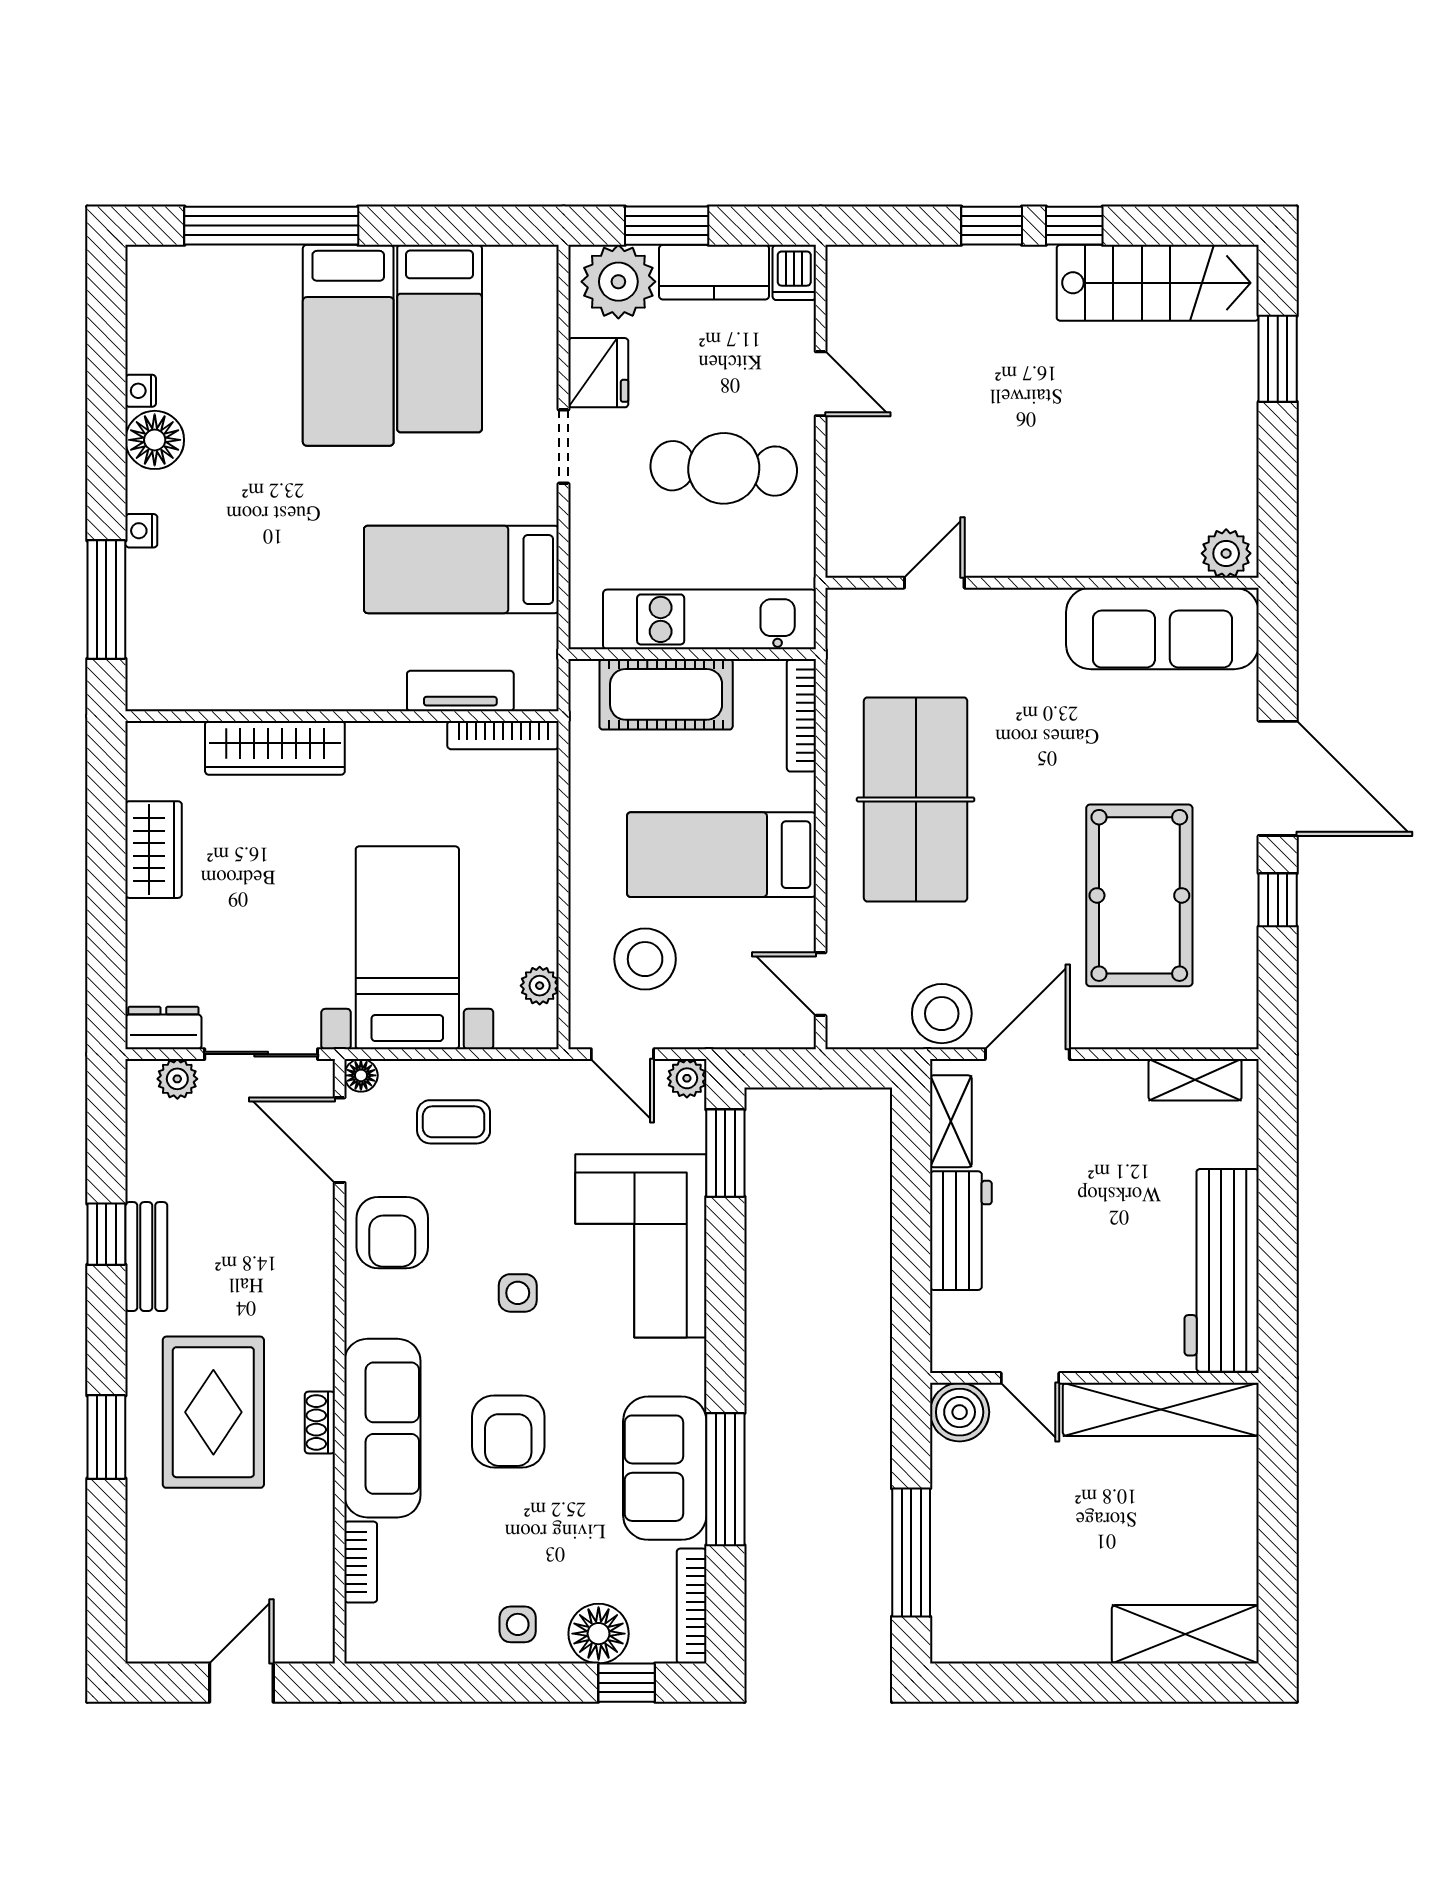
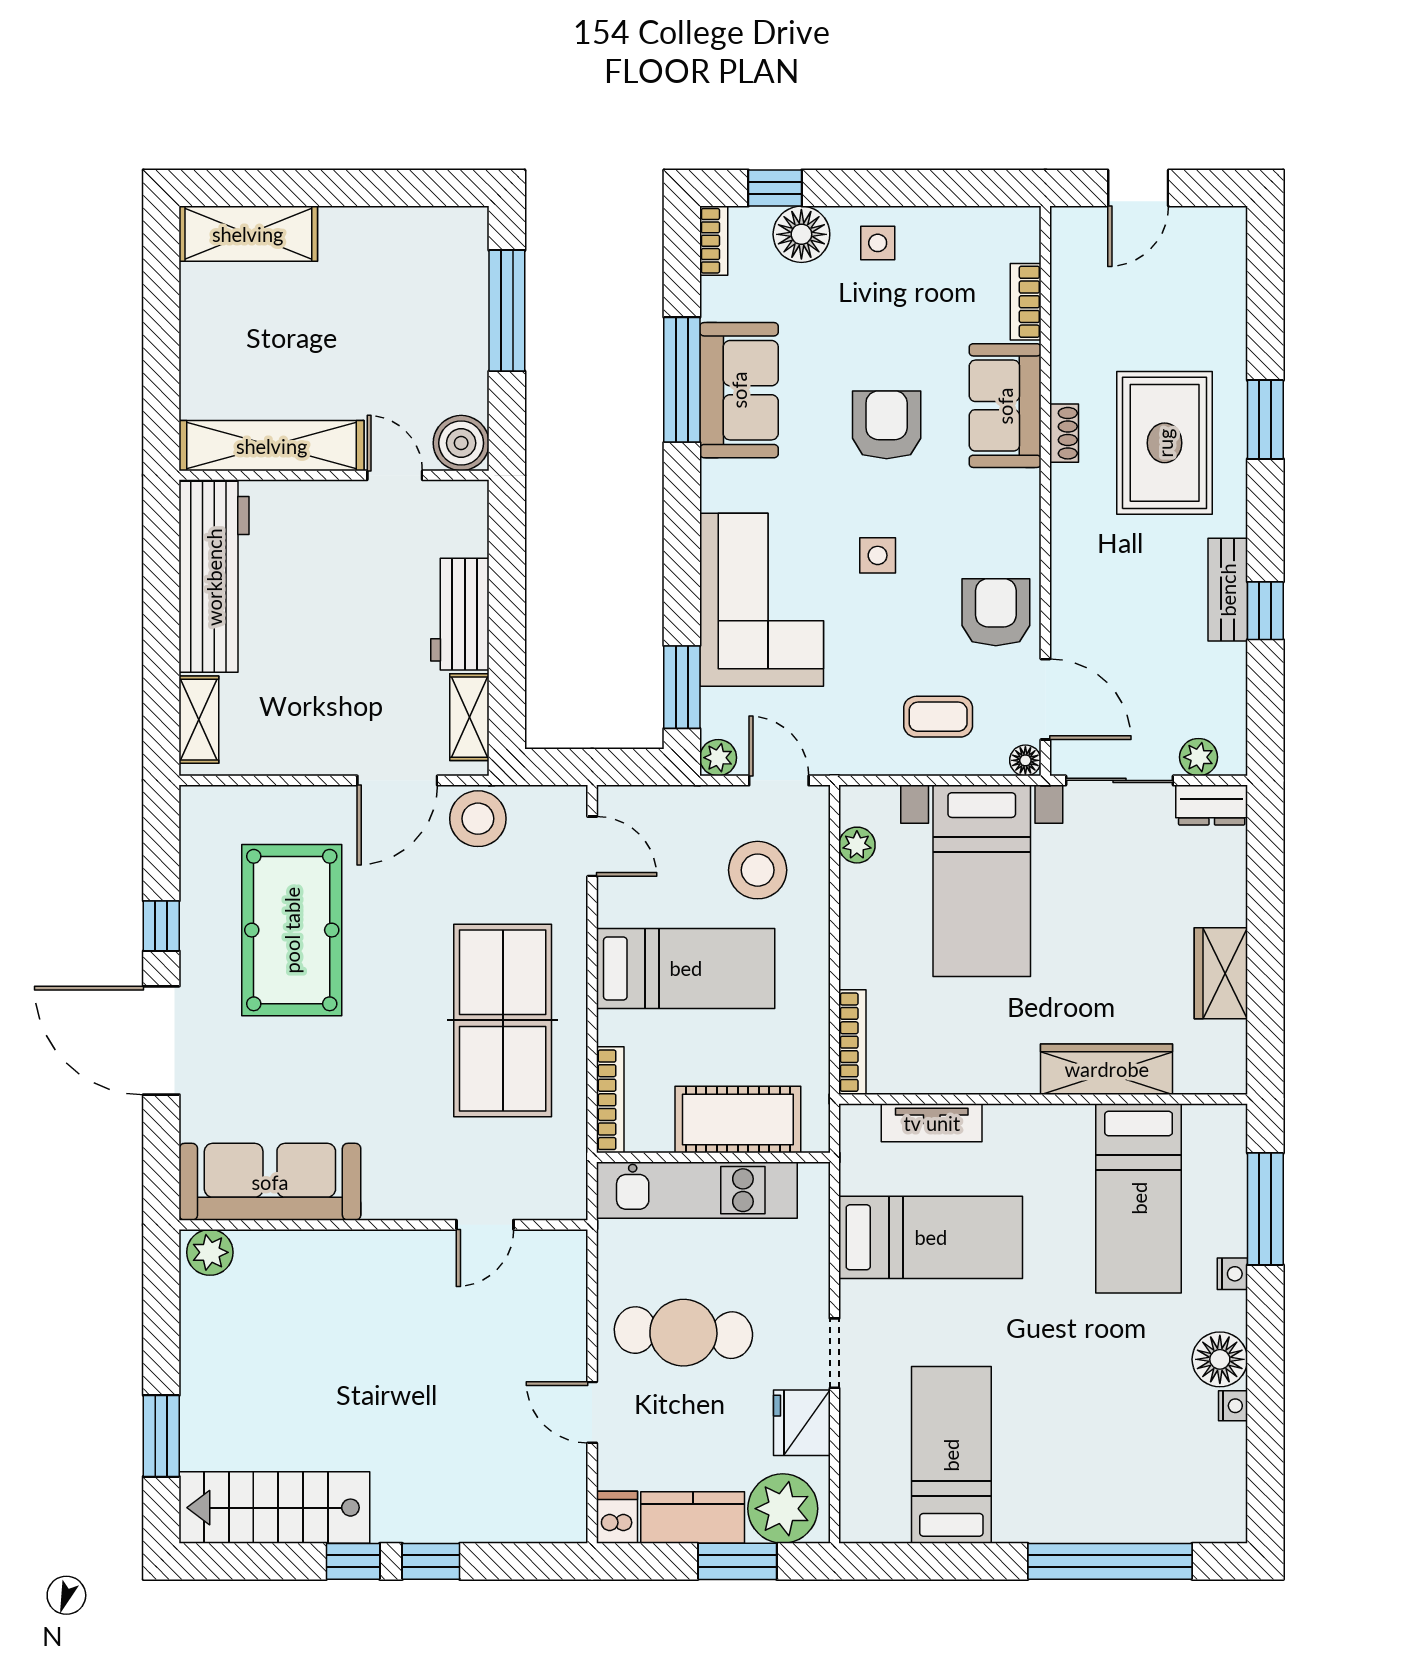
bed: (348, 345) -> (1139, 1198), moved, turned 180
bookcase: (503, 735) -> (852, 1042), moved, turned 90
shelving: (1195, 1080) -> (199, 720), moved, turned 90
sofa: (382, 1428) -> (1005, 406), width x0.73
bookcase: (692, 1606) -> (714, 241), width x0.64

